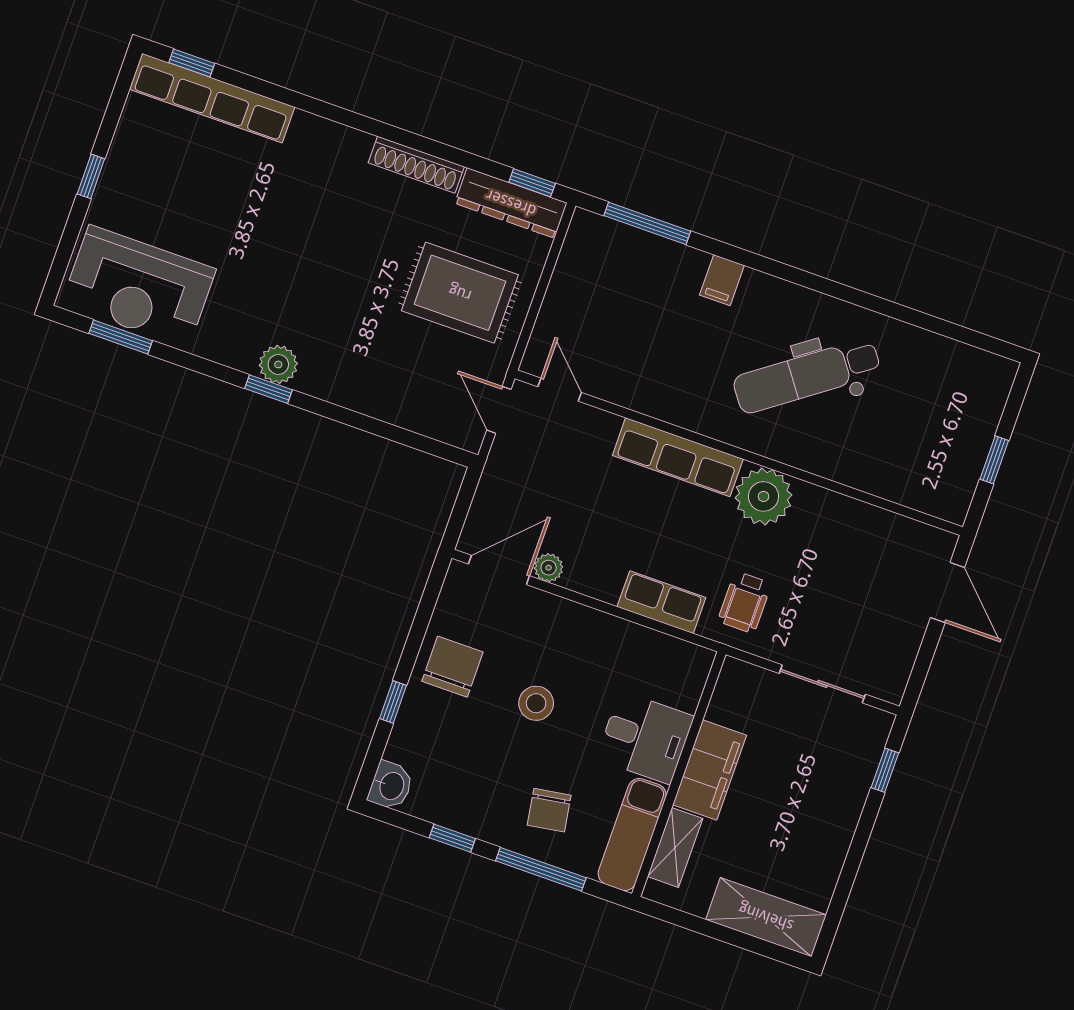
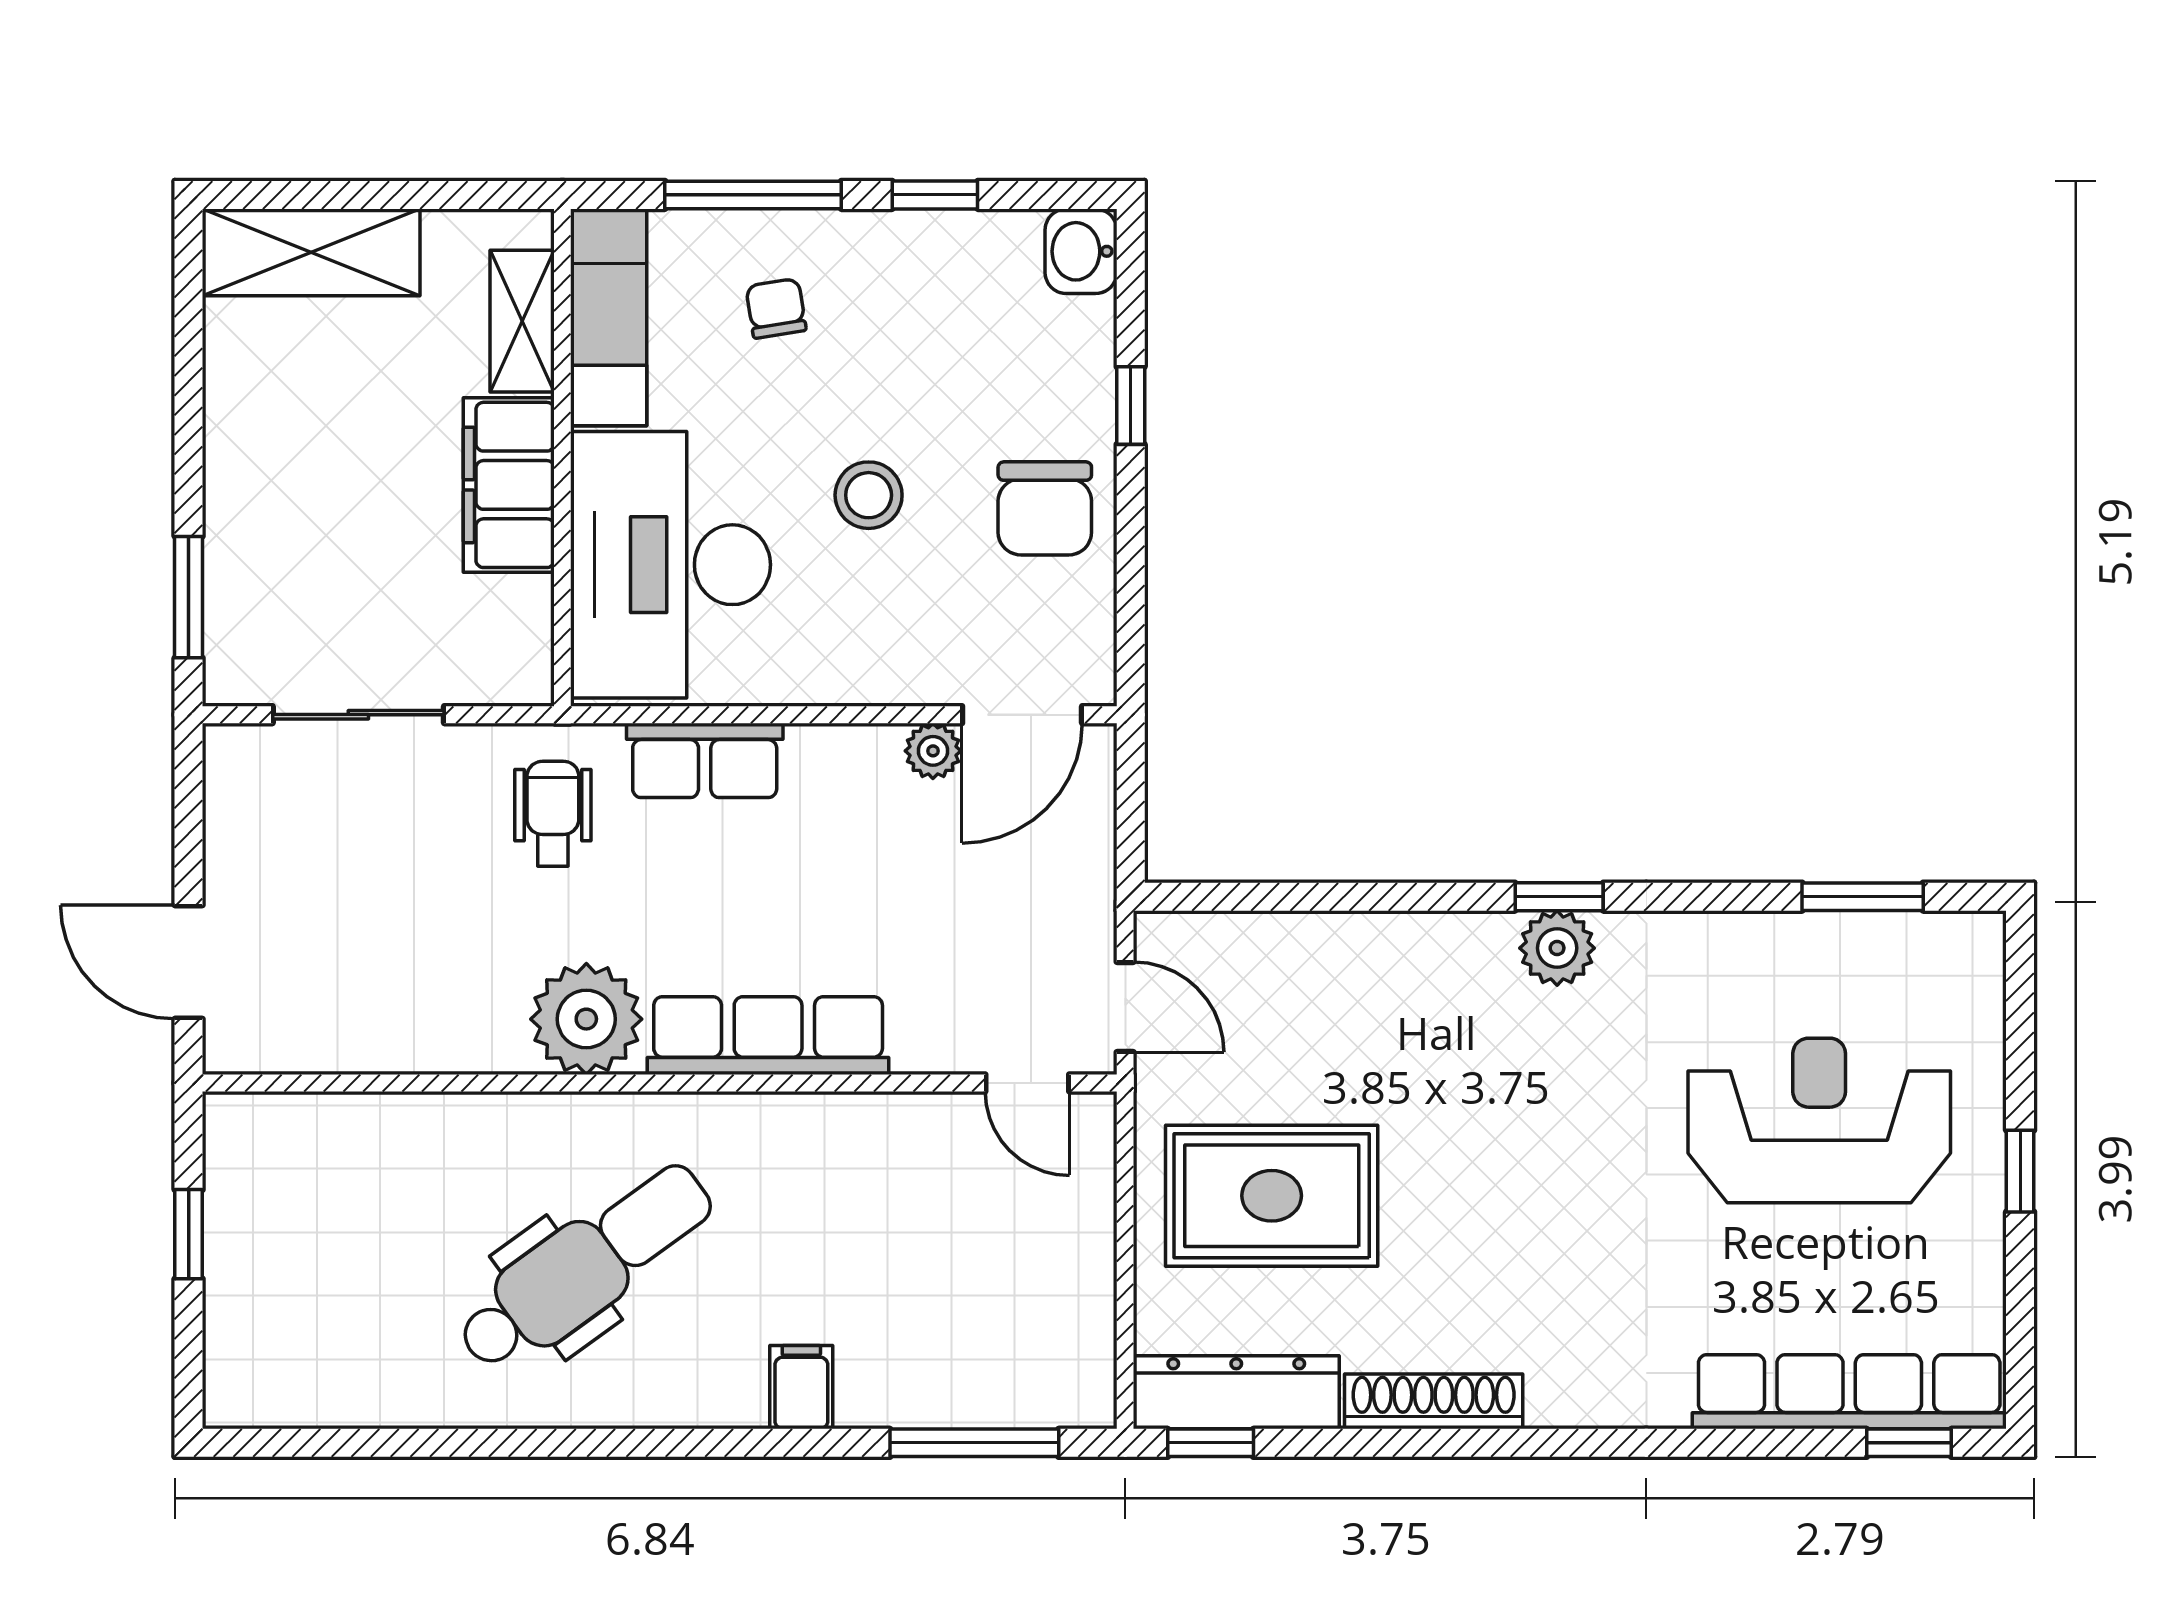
reception desk: (139, 287) -> (1819, 1120), moved
desk: (645, 738) -> (671, 565), width x1.87, depth x1.30
window: (885, 770) -> (189, 597), width x1.50
chair: (549, 810) -> (776, 308), width x0.73, depth x0.73

